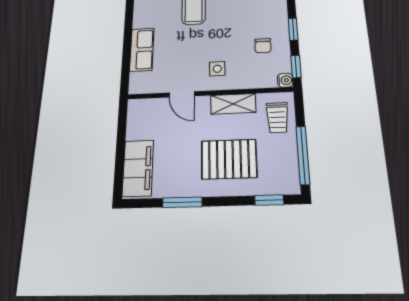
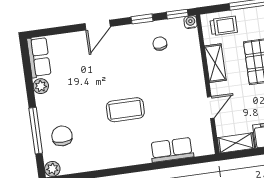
chair: (263, 46) -> (160, 44), turned -96
side table: (217, 69) -> (185, 80), removed
shelving: (136, 119) -> (236, 143), added

